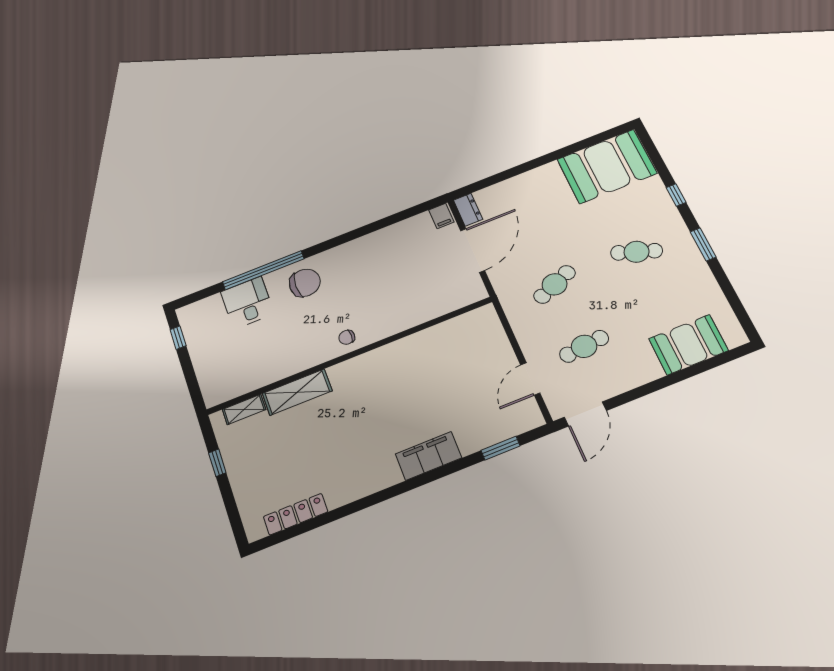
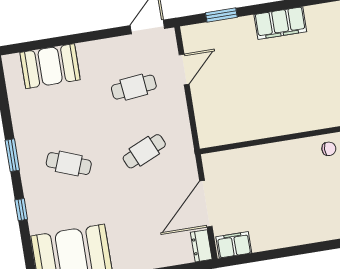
filing cabinet: (441, 216) -> (234, 245), width x2.00

